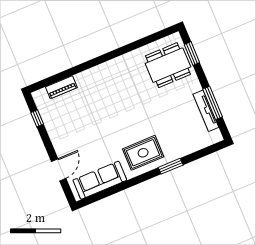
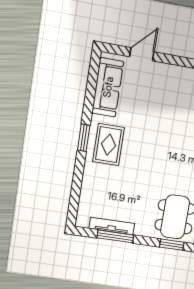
window: (171, 166) -> (84, 138), moved
door: (59, 170) -> (142, 54), swing flipped

